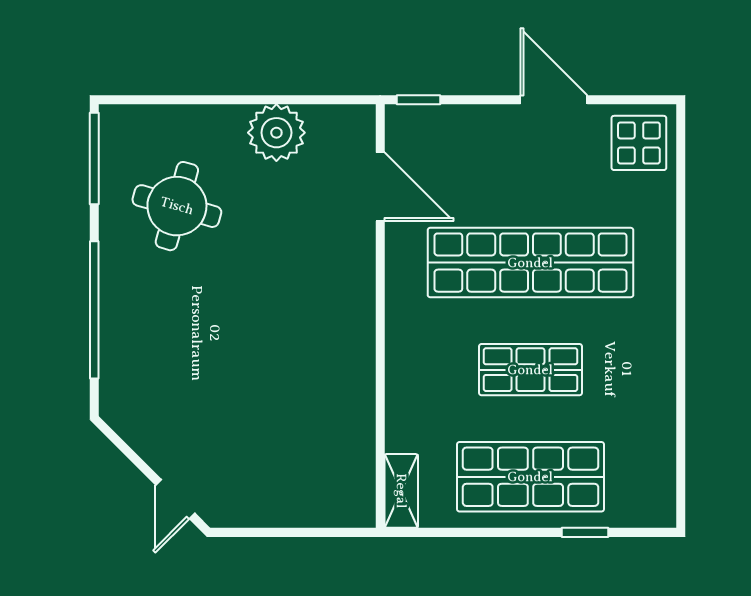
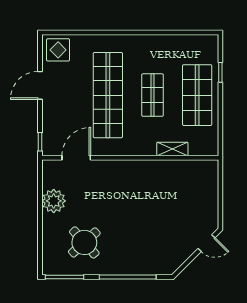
round table: (177, 206) -> (84, 242), turned 32
shelving: (401, 491) -> (172, 149), moved

